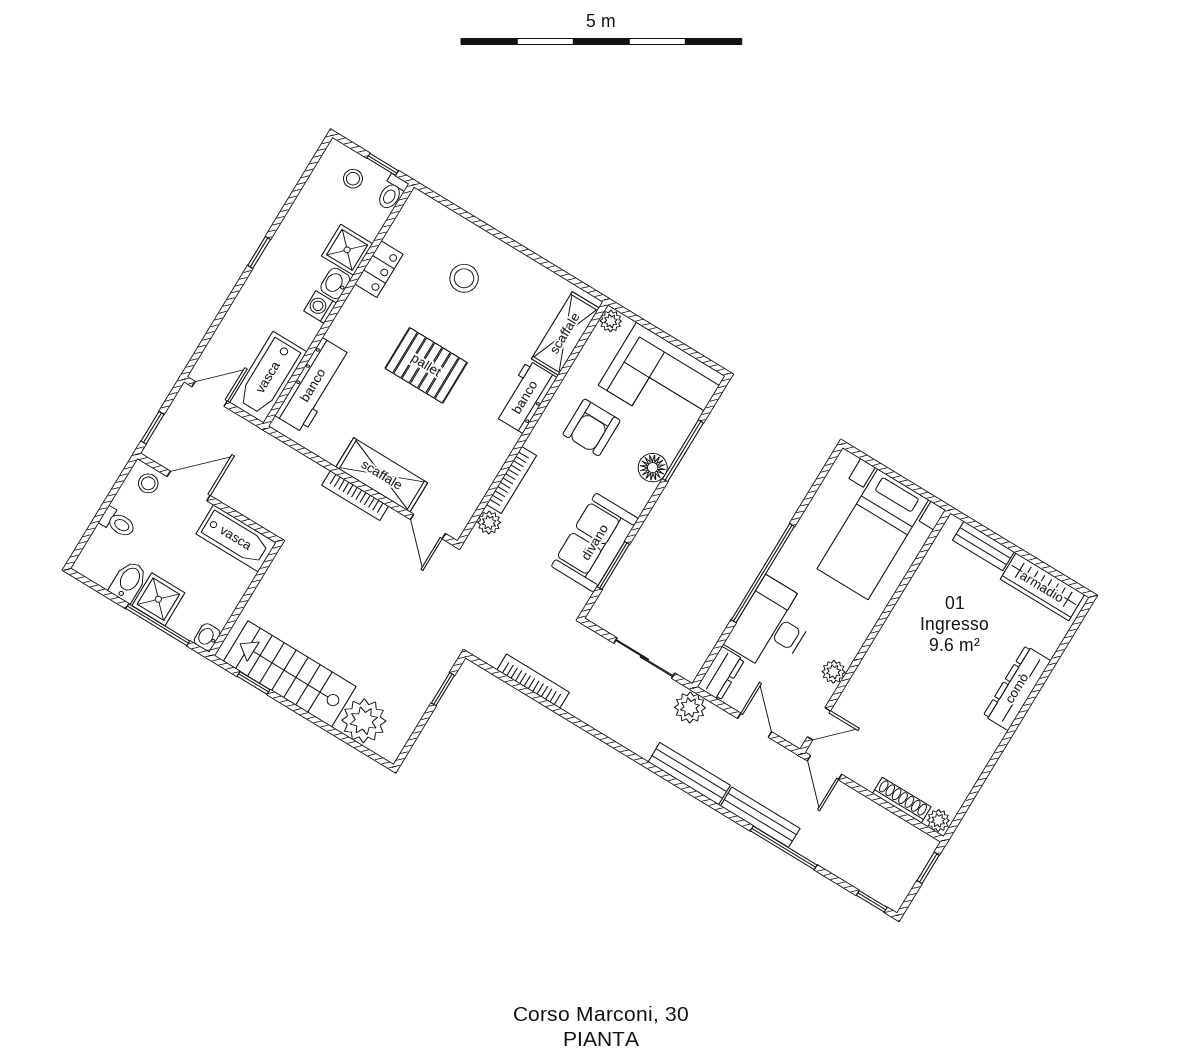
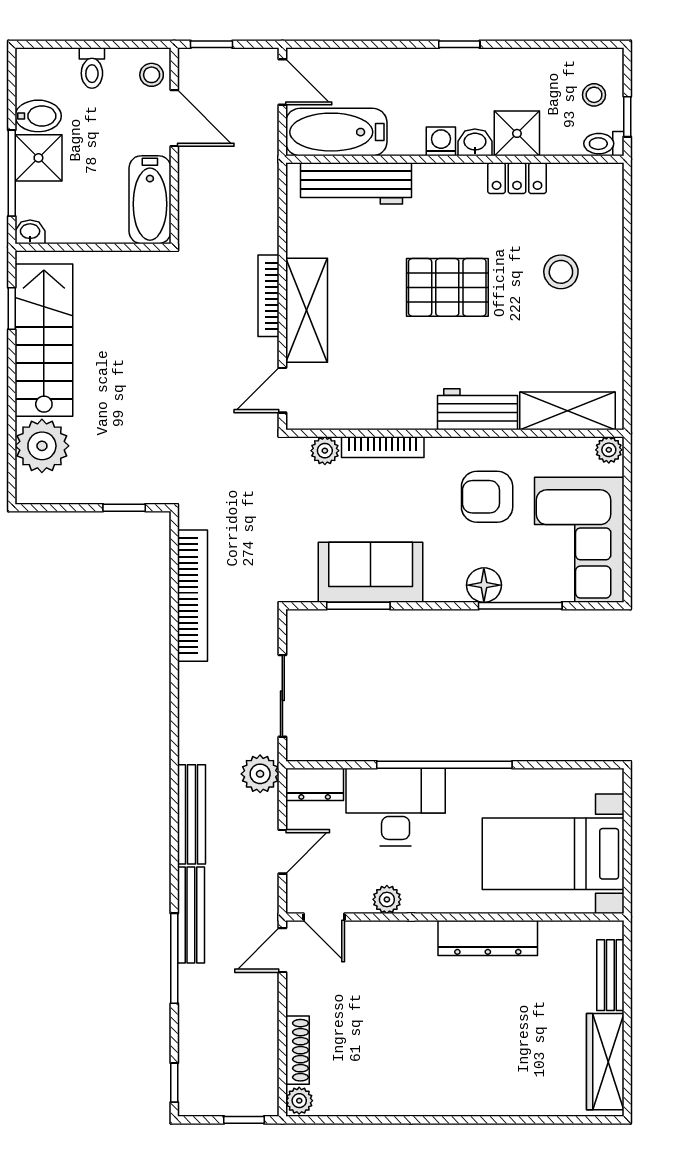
pallet: (426, 365) -> (447, 287), turned 90
bookcase: (533, 681) -> (192, 596), width x1.48, depth x1.31
dresser: (1017, 688) -> (488, 938), moved, turned 180

